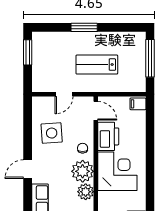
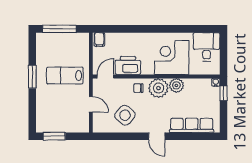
window: (84, 27) -> (32, 77), moved
lab bench: (97, 65) -> (65, 76), turned 90
side table: (52, 133) -> (125, 115), turned 45
corner desk: (117, 171) -> (172, 58), moved

